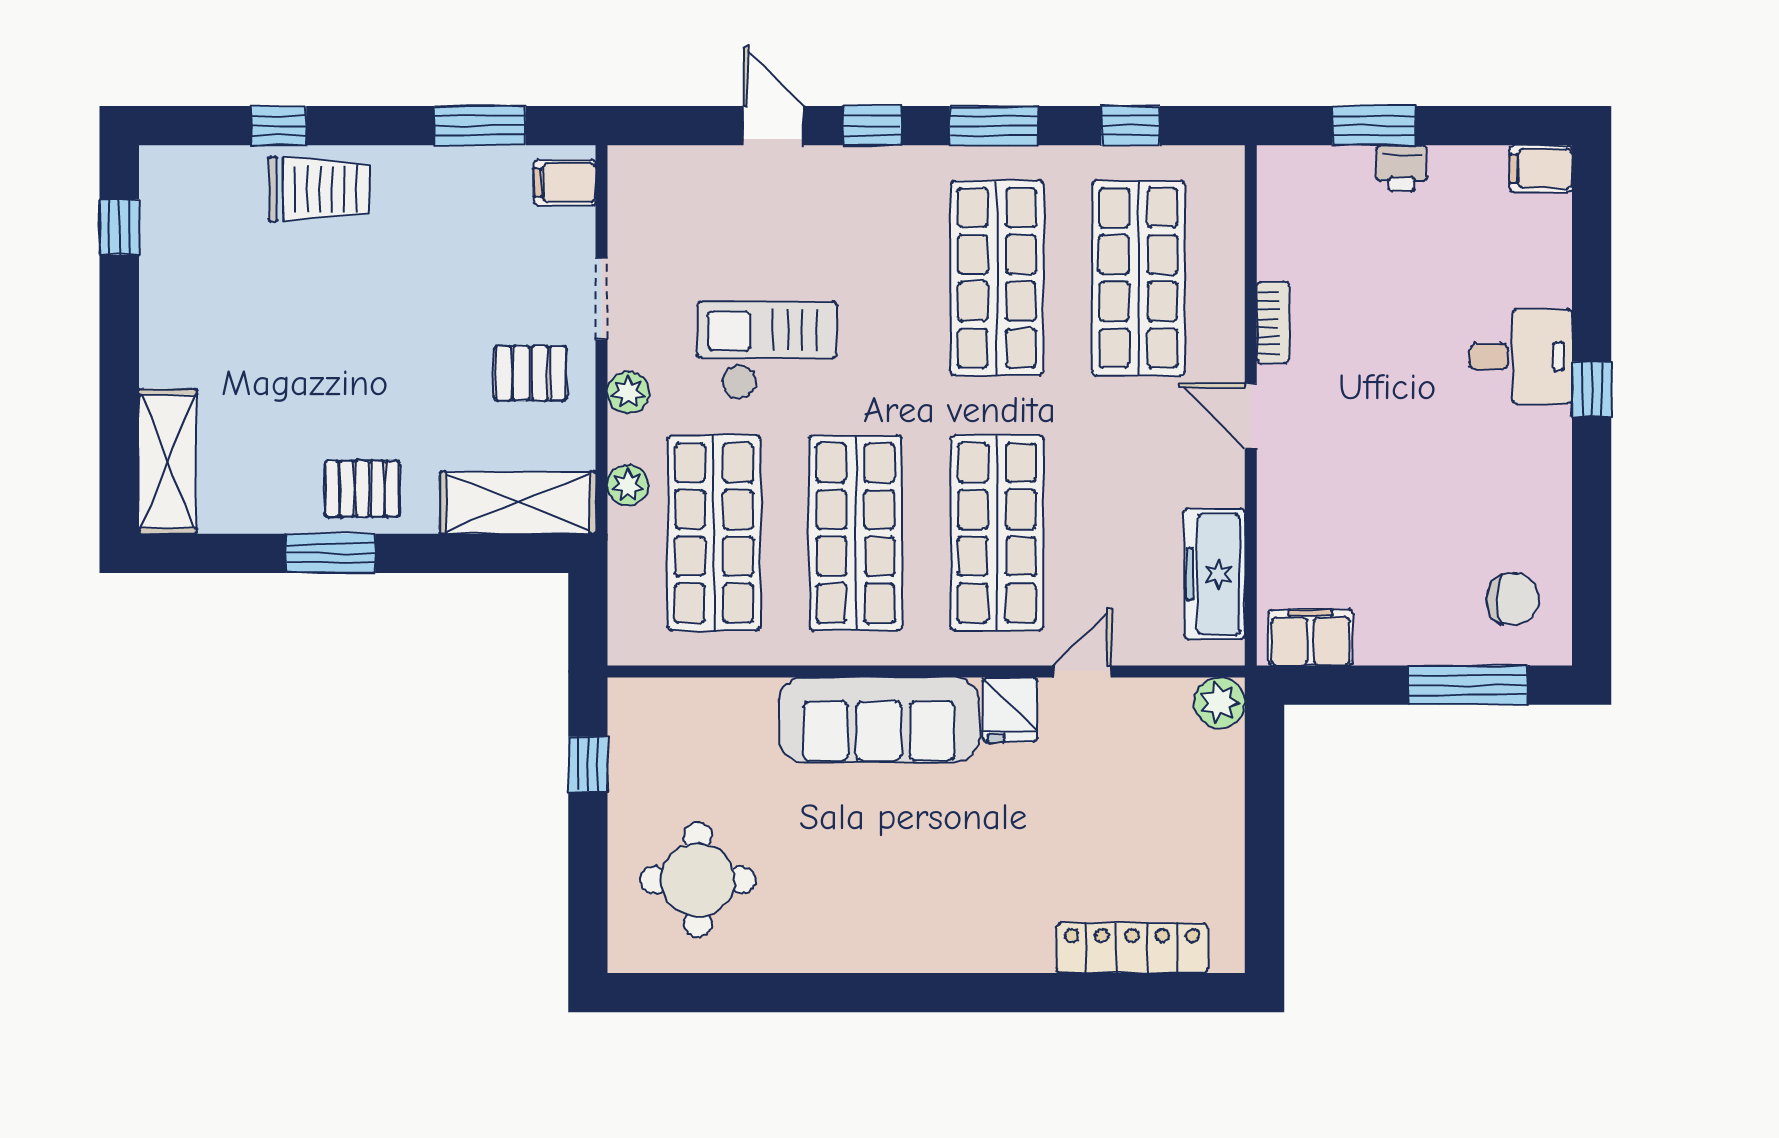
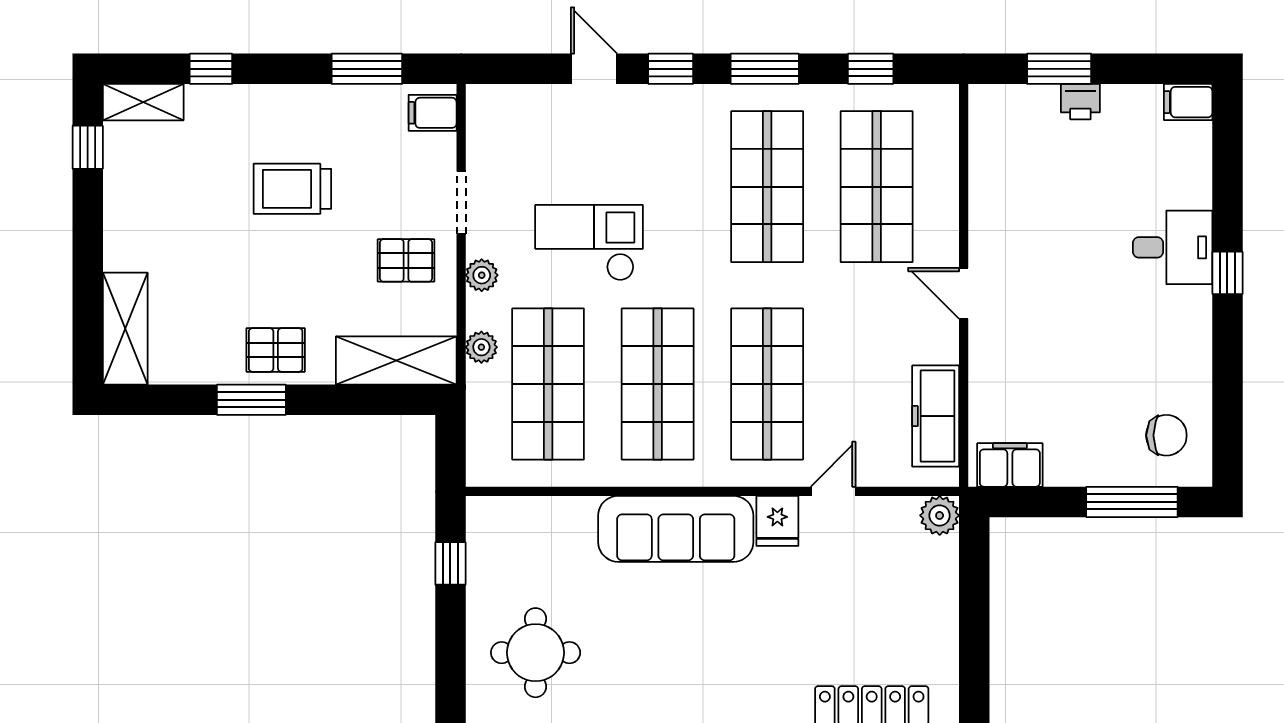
shelving: (191, 169) -> (143, 102), added
trolley: (319, 189) -> (292, 189), moved, turned 180
bookcase: (1273, 323) -> (981, 221), removed

